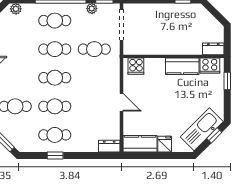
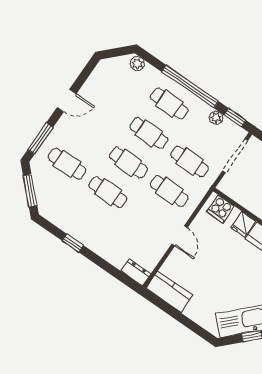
cafe table: (55, 135) -> (169, 191), moved
fridge: (165, 144) -> (243, 224), moved, turned 180

